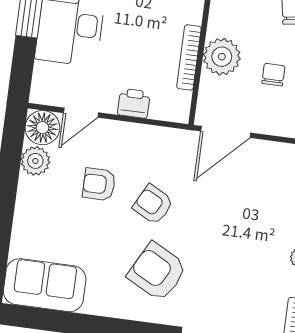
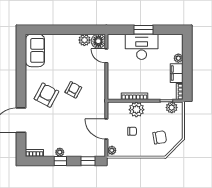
printer: (134, 103) -> (113, 77), removed
door: (226, 132) -> (106, 129), moved
armchair: (99, 184) -> (78, 67), removed

